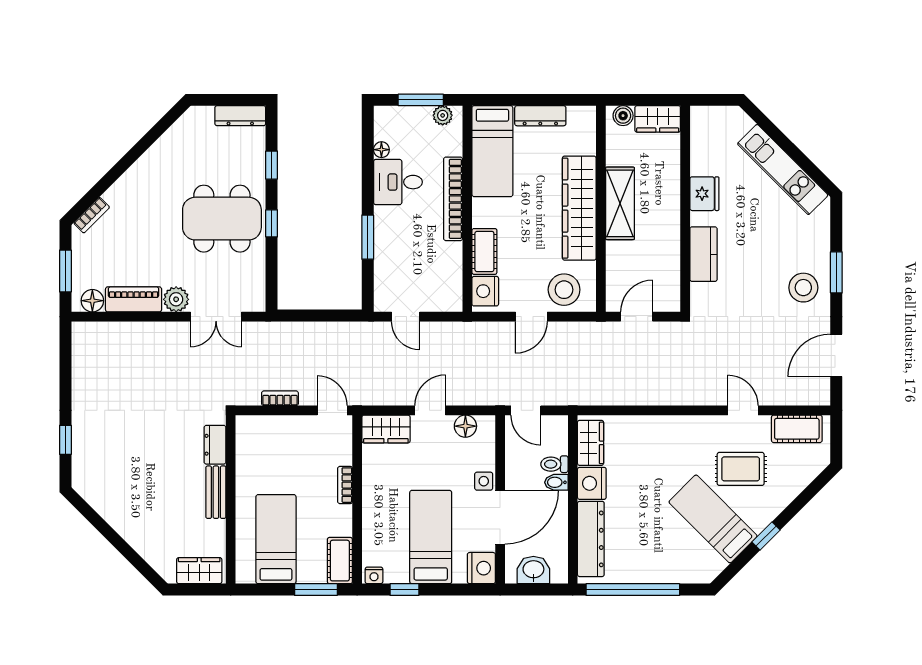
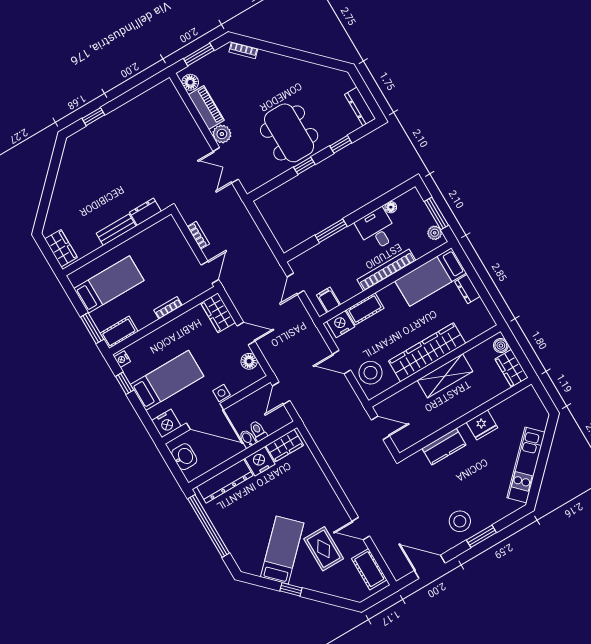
dresser: (540, 116) -> (468, 289), width x0.70
filing cabinet: (448, 289) -> (328, 300), added
door: (743, 410) -> (361, 529), swing flipped

